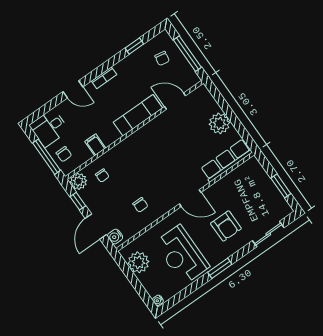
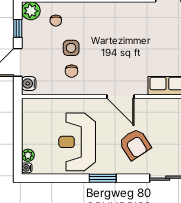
side table: (128, 188) -> (71, 48), added
armchair: (226, 226) -> (135, 144), turned -33
plant: (138, 262) -> (28, 155), moved, width x0.53, depth x0.53

